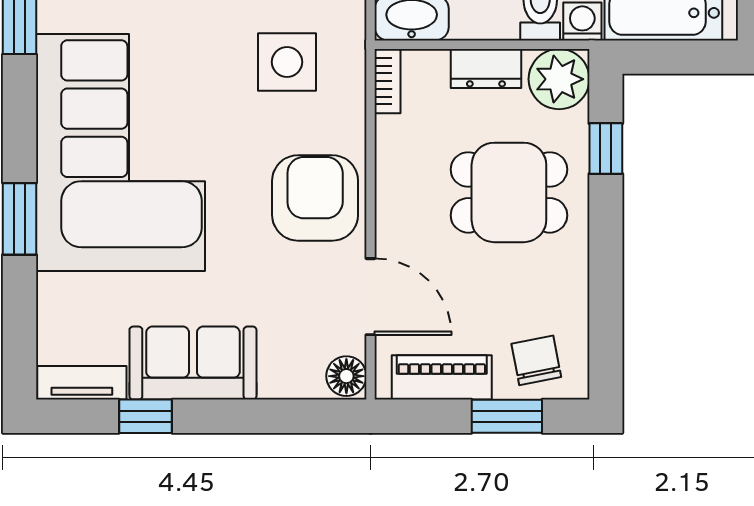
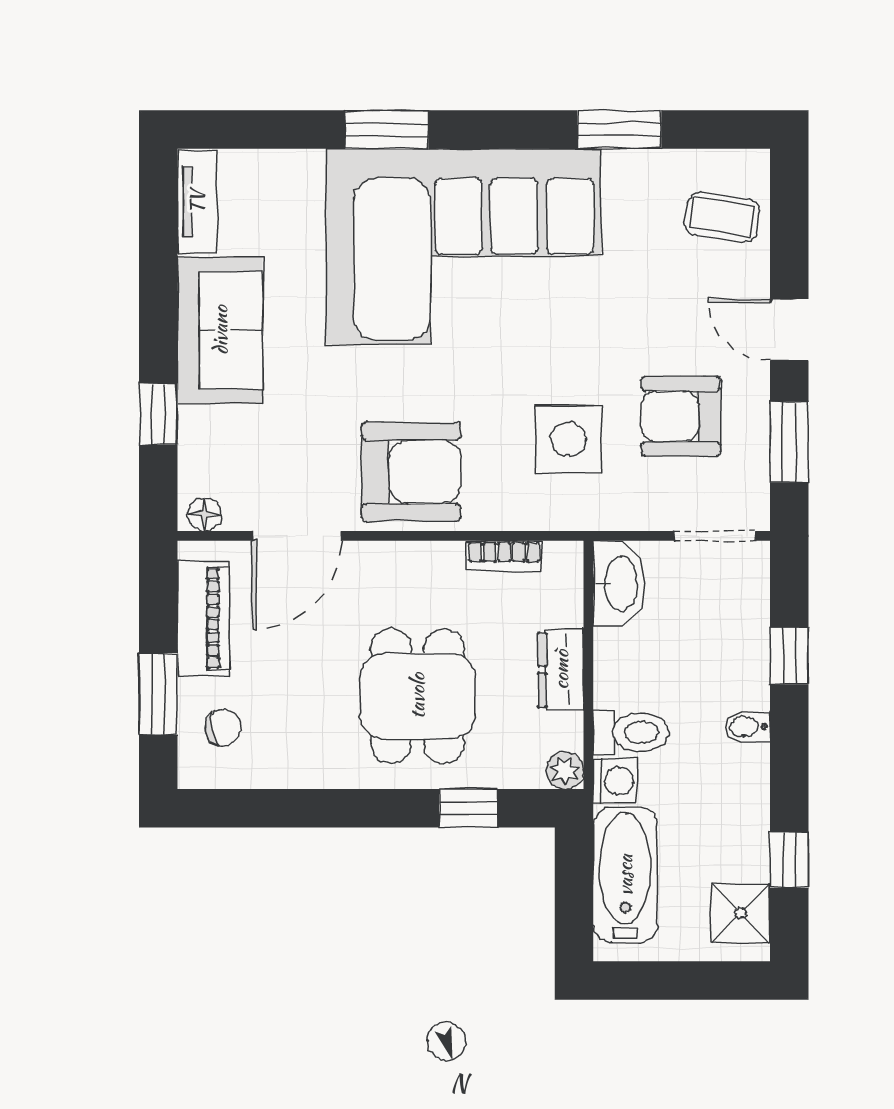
plant: (559, 79) -> (565, 771), width x0.53, depth x0.53
bookcase: (388, 81) -> (504, 556), moved
chair: (536, 360) -> (223, 728), width x0.73, depth x0.73
floor lamp: (346, 376) -> (205, 514), width x0.73, depth x0.73
window: (146, 416) -> (158, 414), moved

